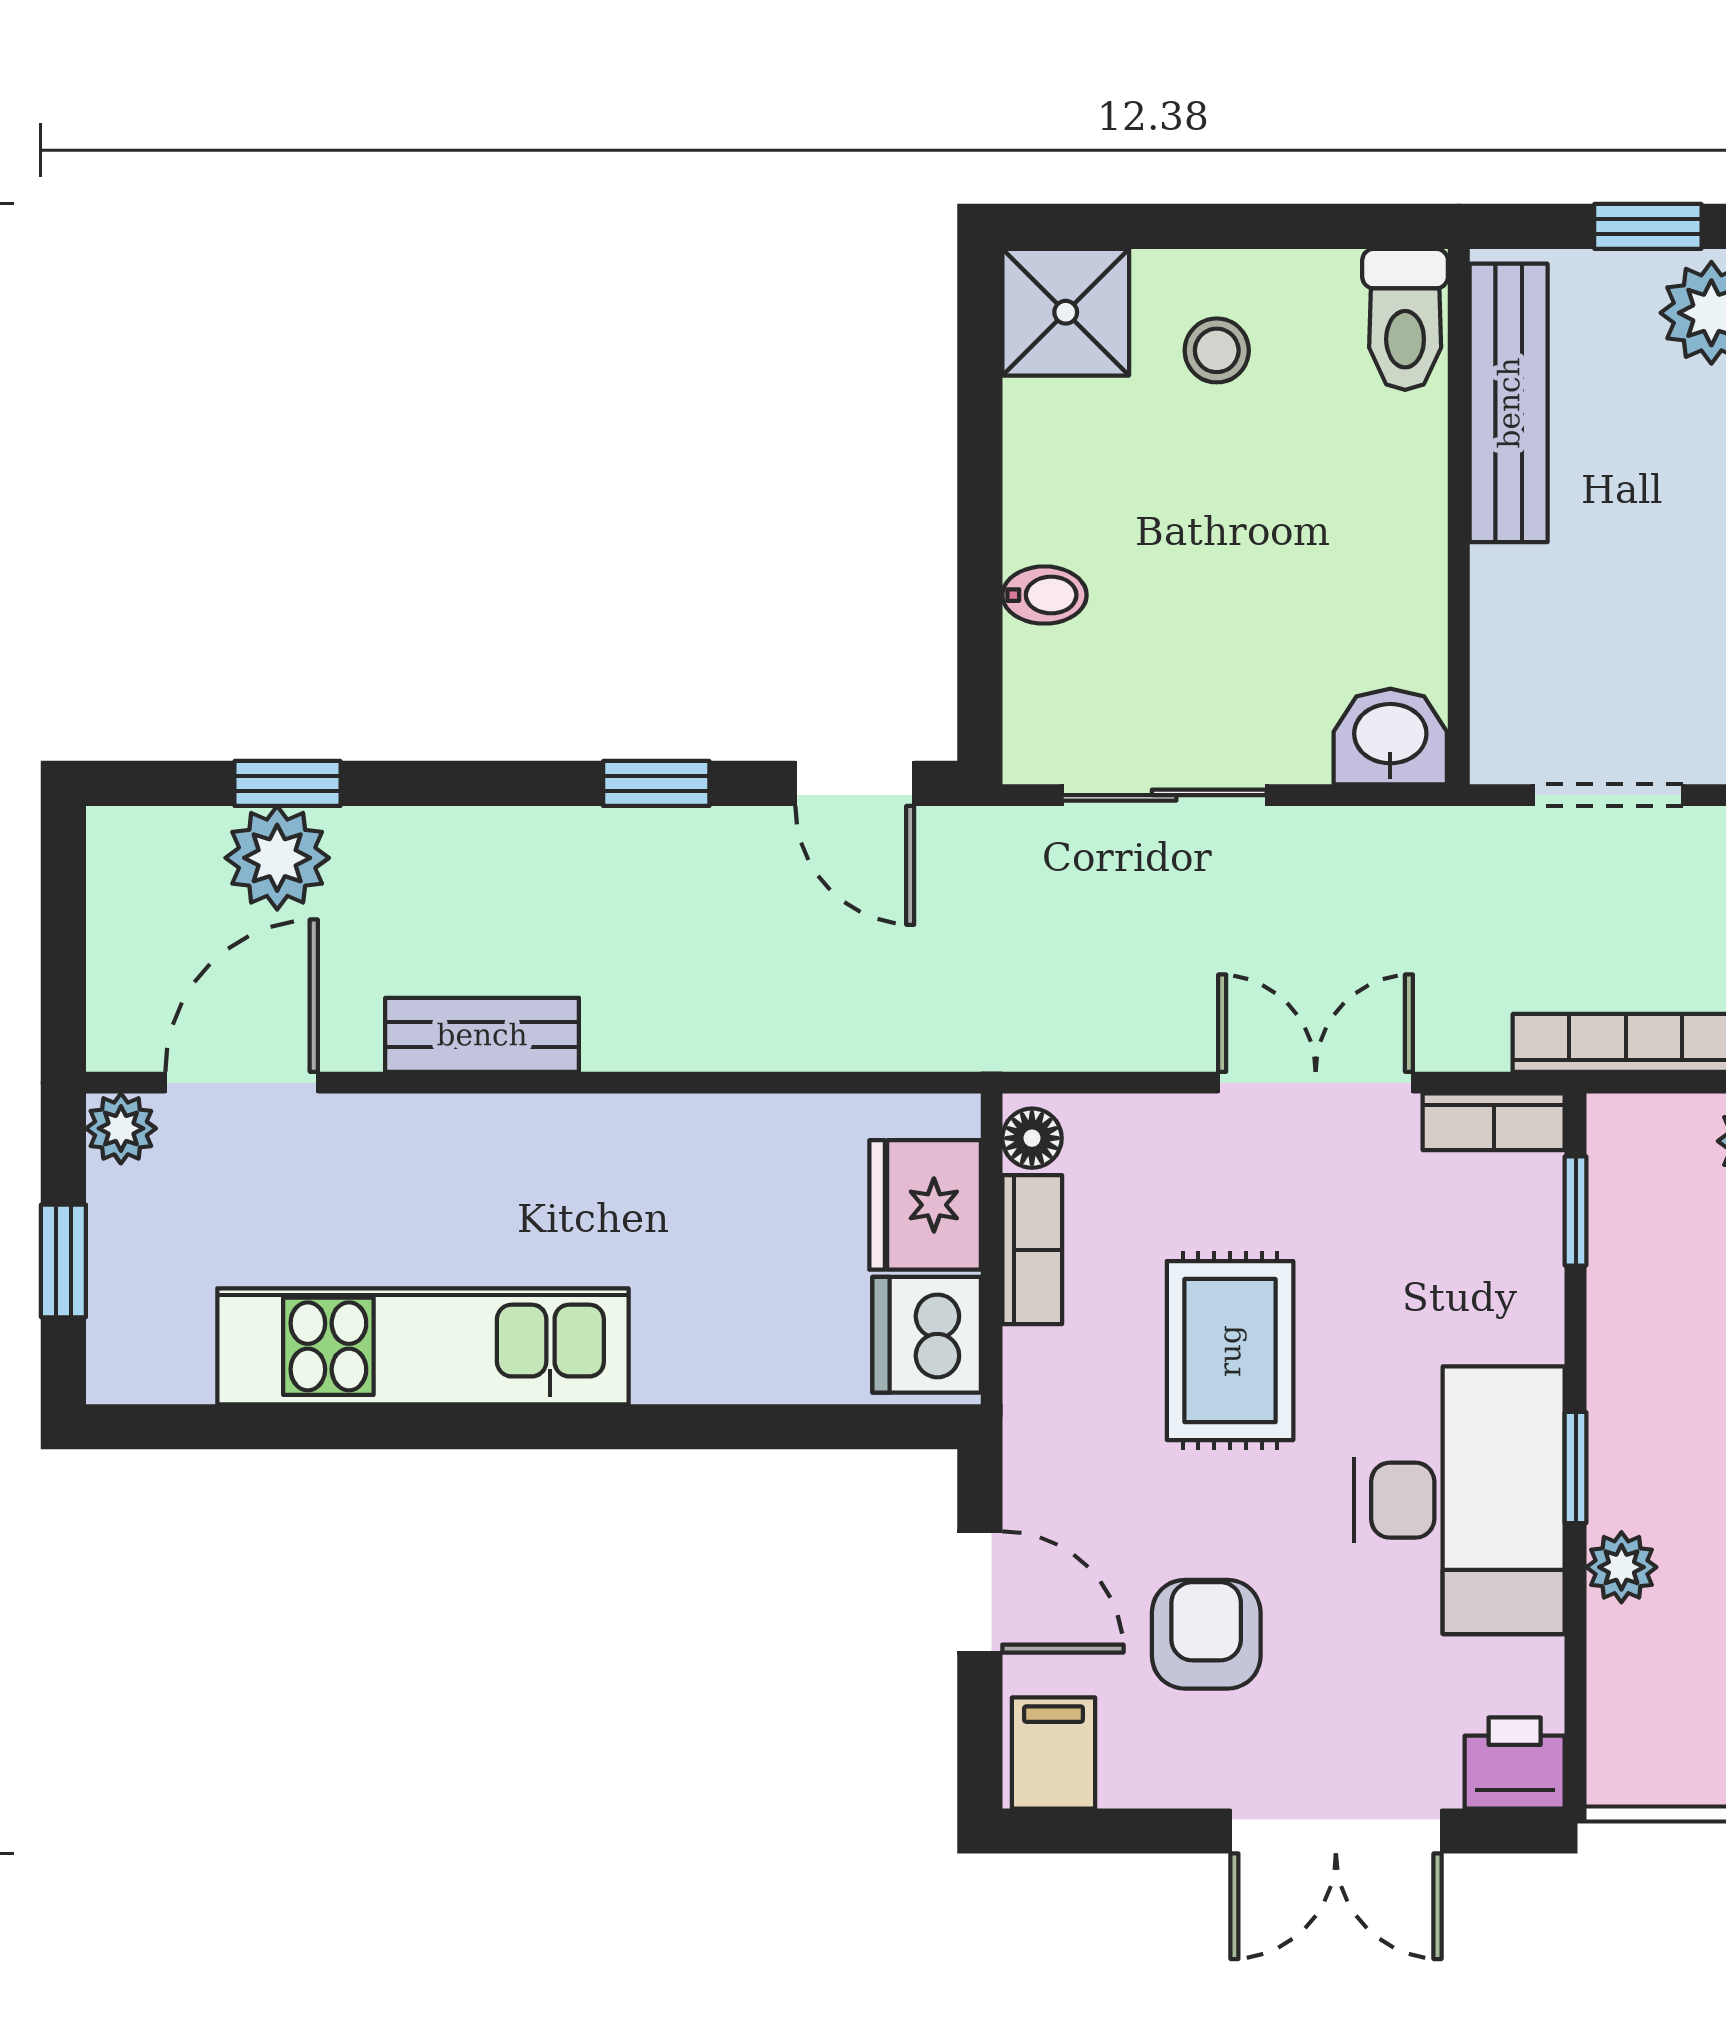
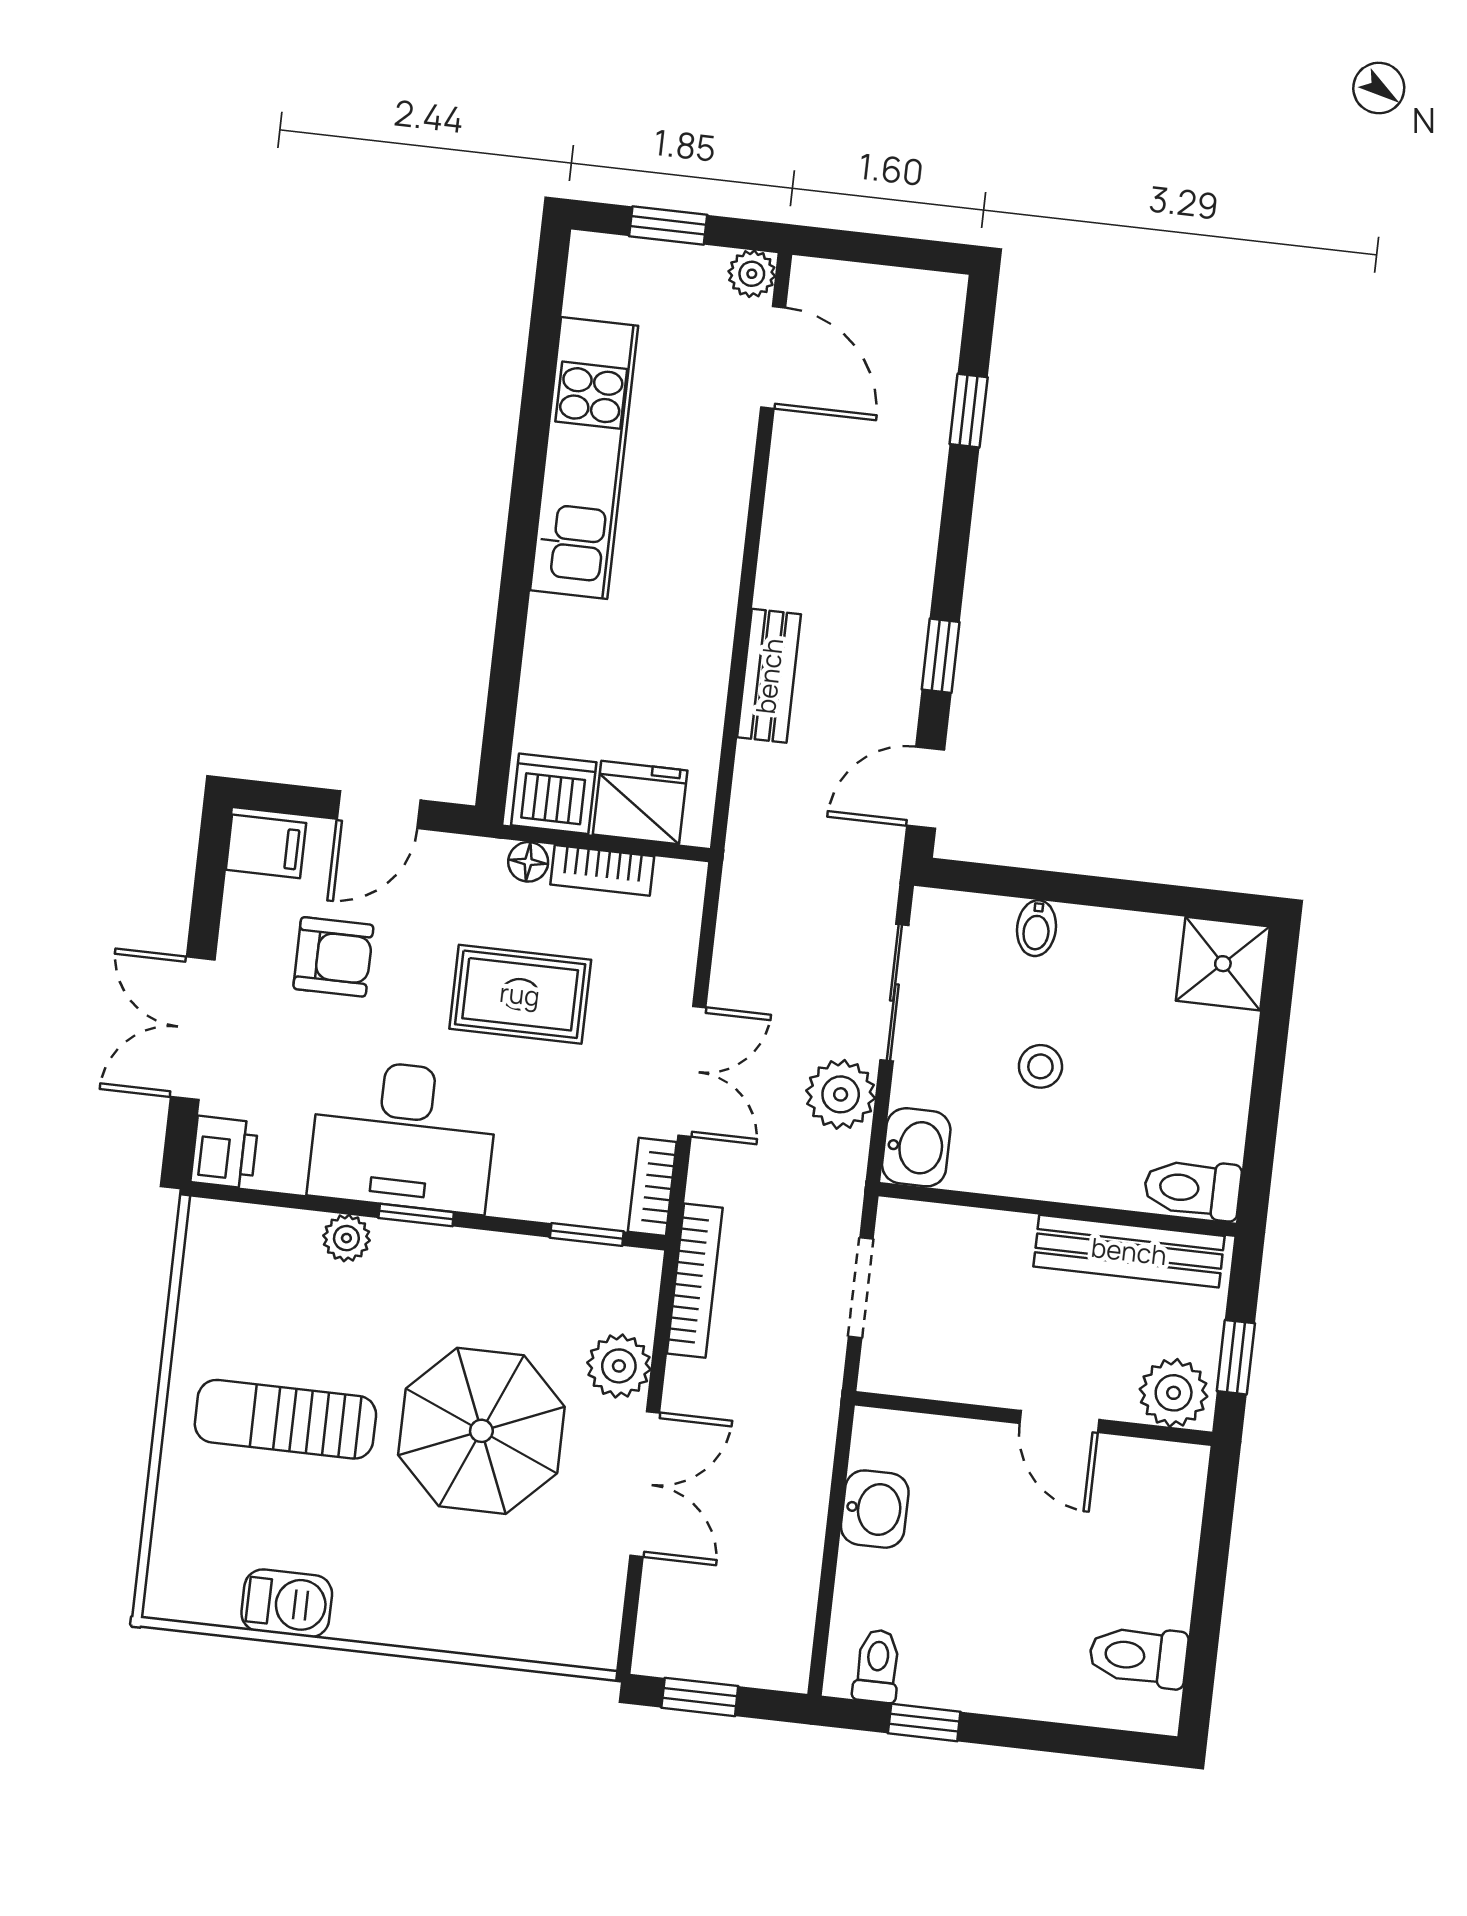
stool: (1217, 350) -> (1040, 1066), moved
plant: (277, 858) -> (841, 1094), moved
bench: (482, 1035) -> (769, 676), moved
floor lamp: (1032, 1138) -> (528, 862), moved

